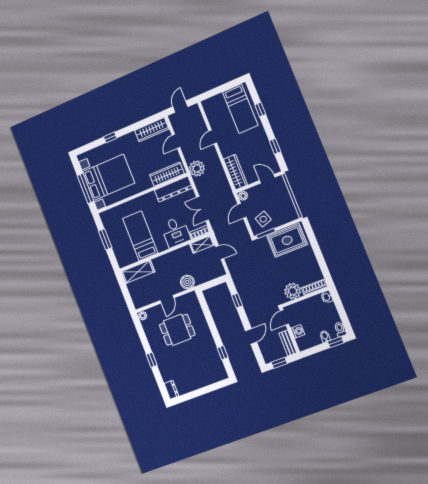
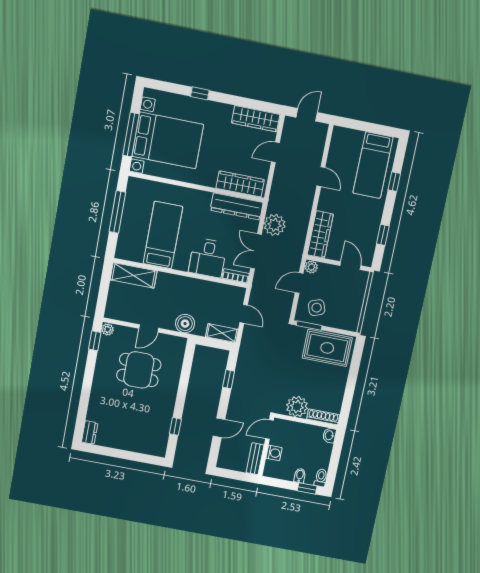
door: (213, 137) -> (321, 177), swing flipped
plant: (197, 168) -> (275, 225), moved
window: (105, 239) -> (117, 212), width x1.44
shelving: (202, 244) -> (222, 333), moved
window: (152, 360) -> (95, 341), moved
window: (279, 363) -> (232, 474), removed

